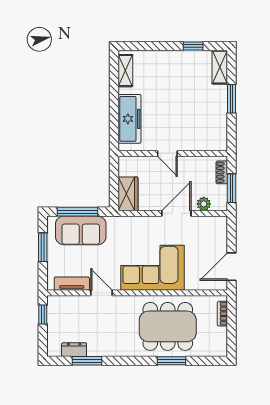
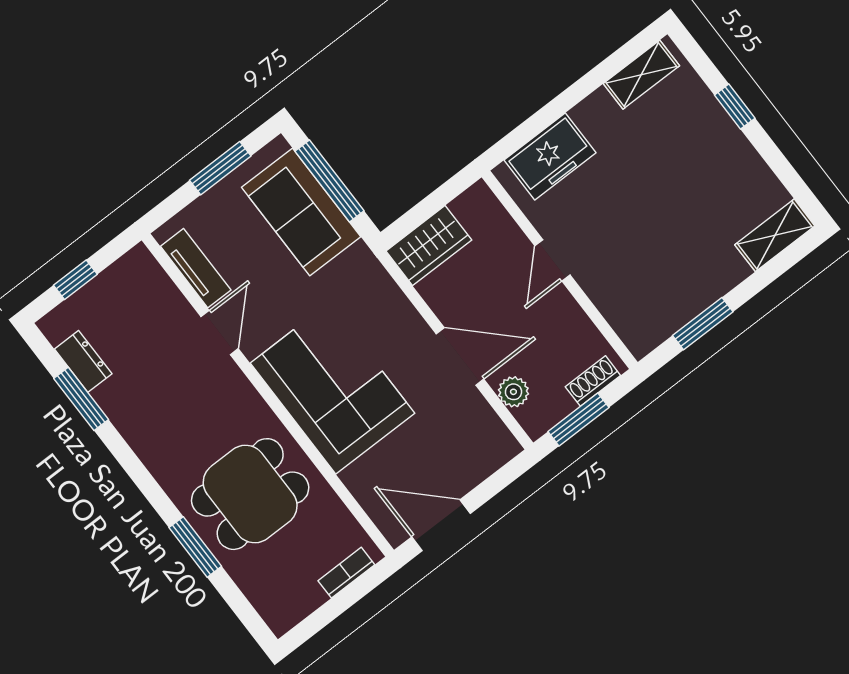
window: (193, 46) -> (735, 107), moved
window: (232, 99) -> (703, 324), moved
freezer: (129, 119) -> (550, 156), width x0.71
window: (43, 314) -> (75, 280), moved
dining table: (168, 326) -> (250, 494), width x0.73

